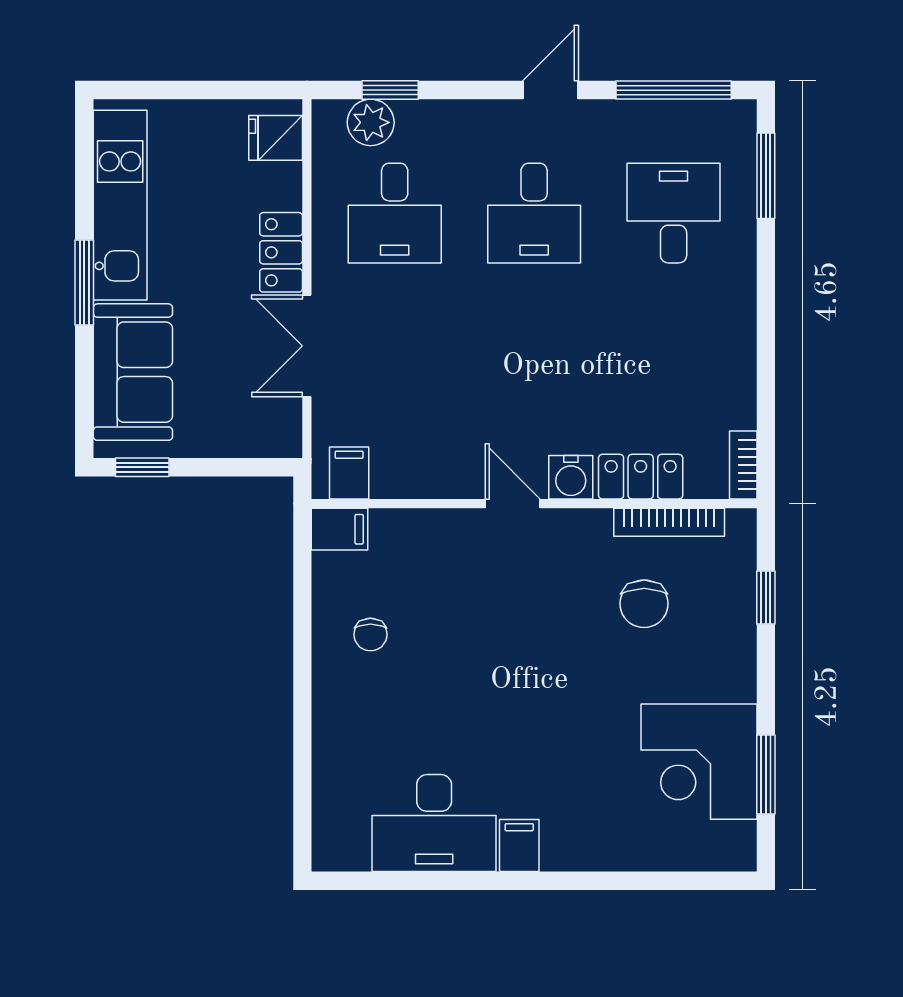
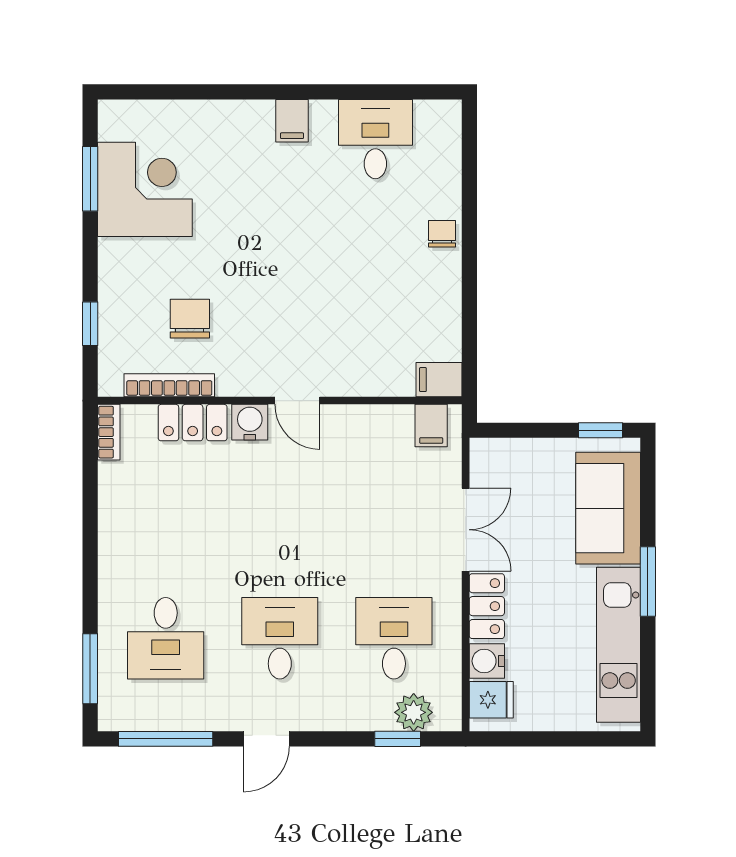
water cooler: (281, 185) -> (487, 661), added
chair: (370, 635) -> (442, 234), moved
desk: (434, 823) -> (375, 139), width x0.73

